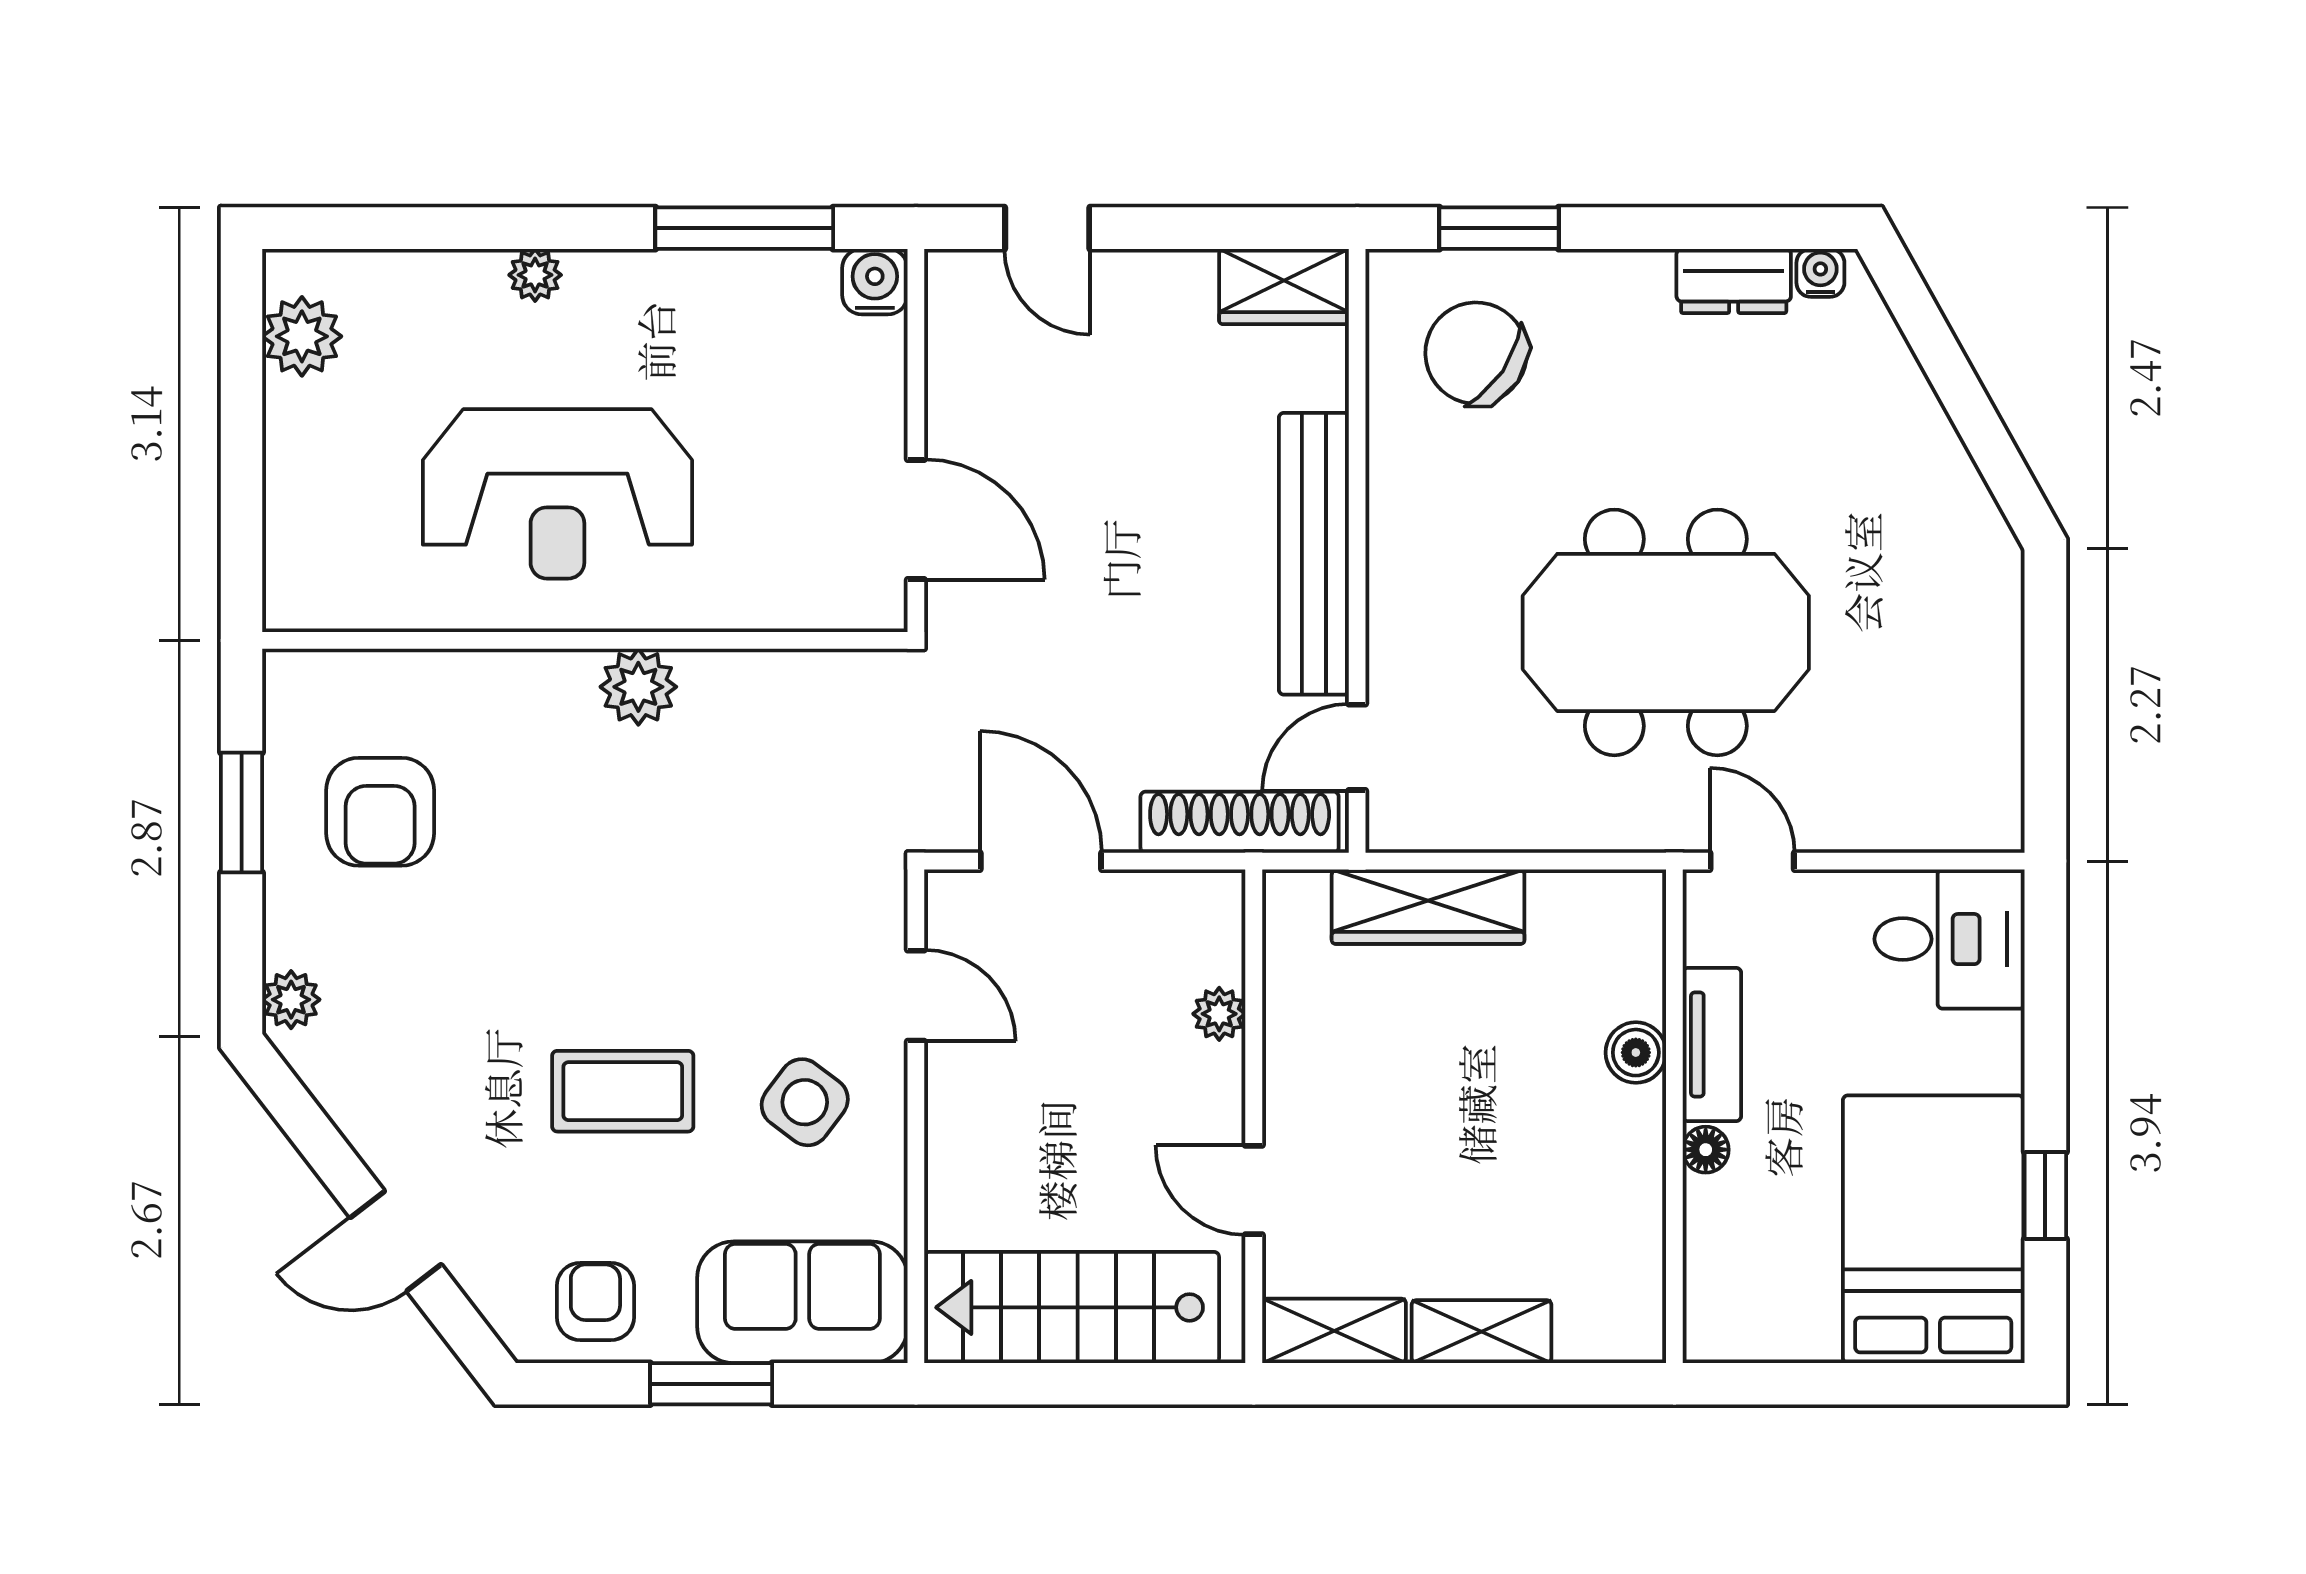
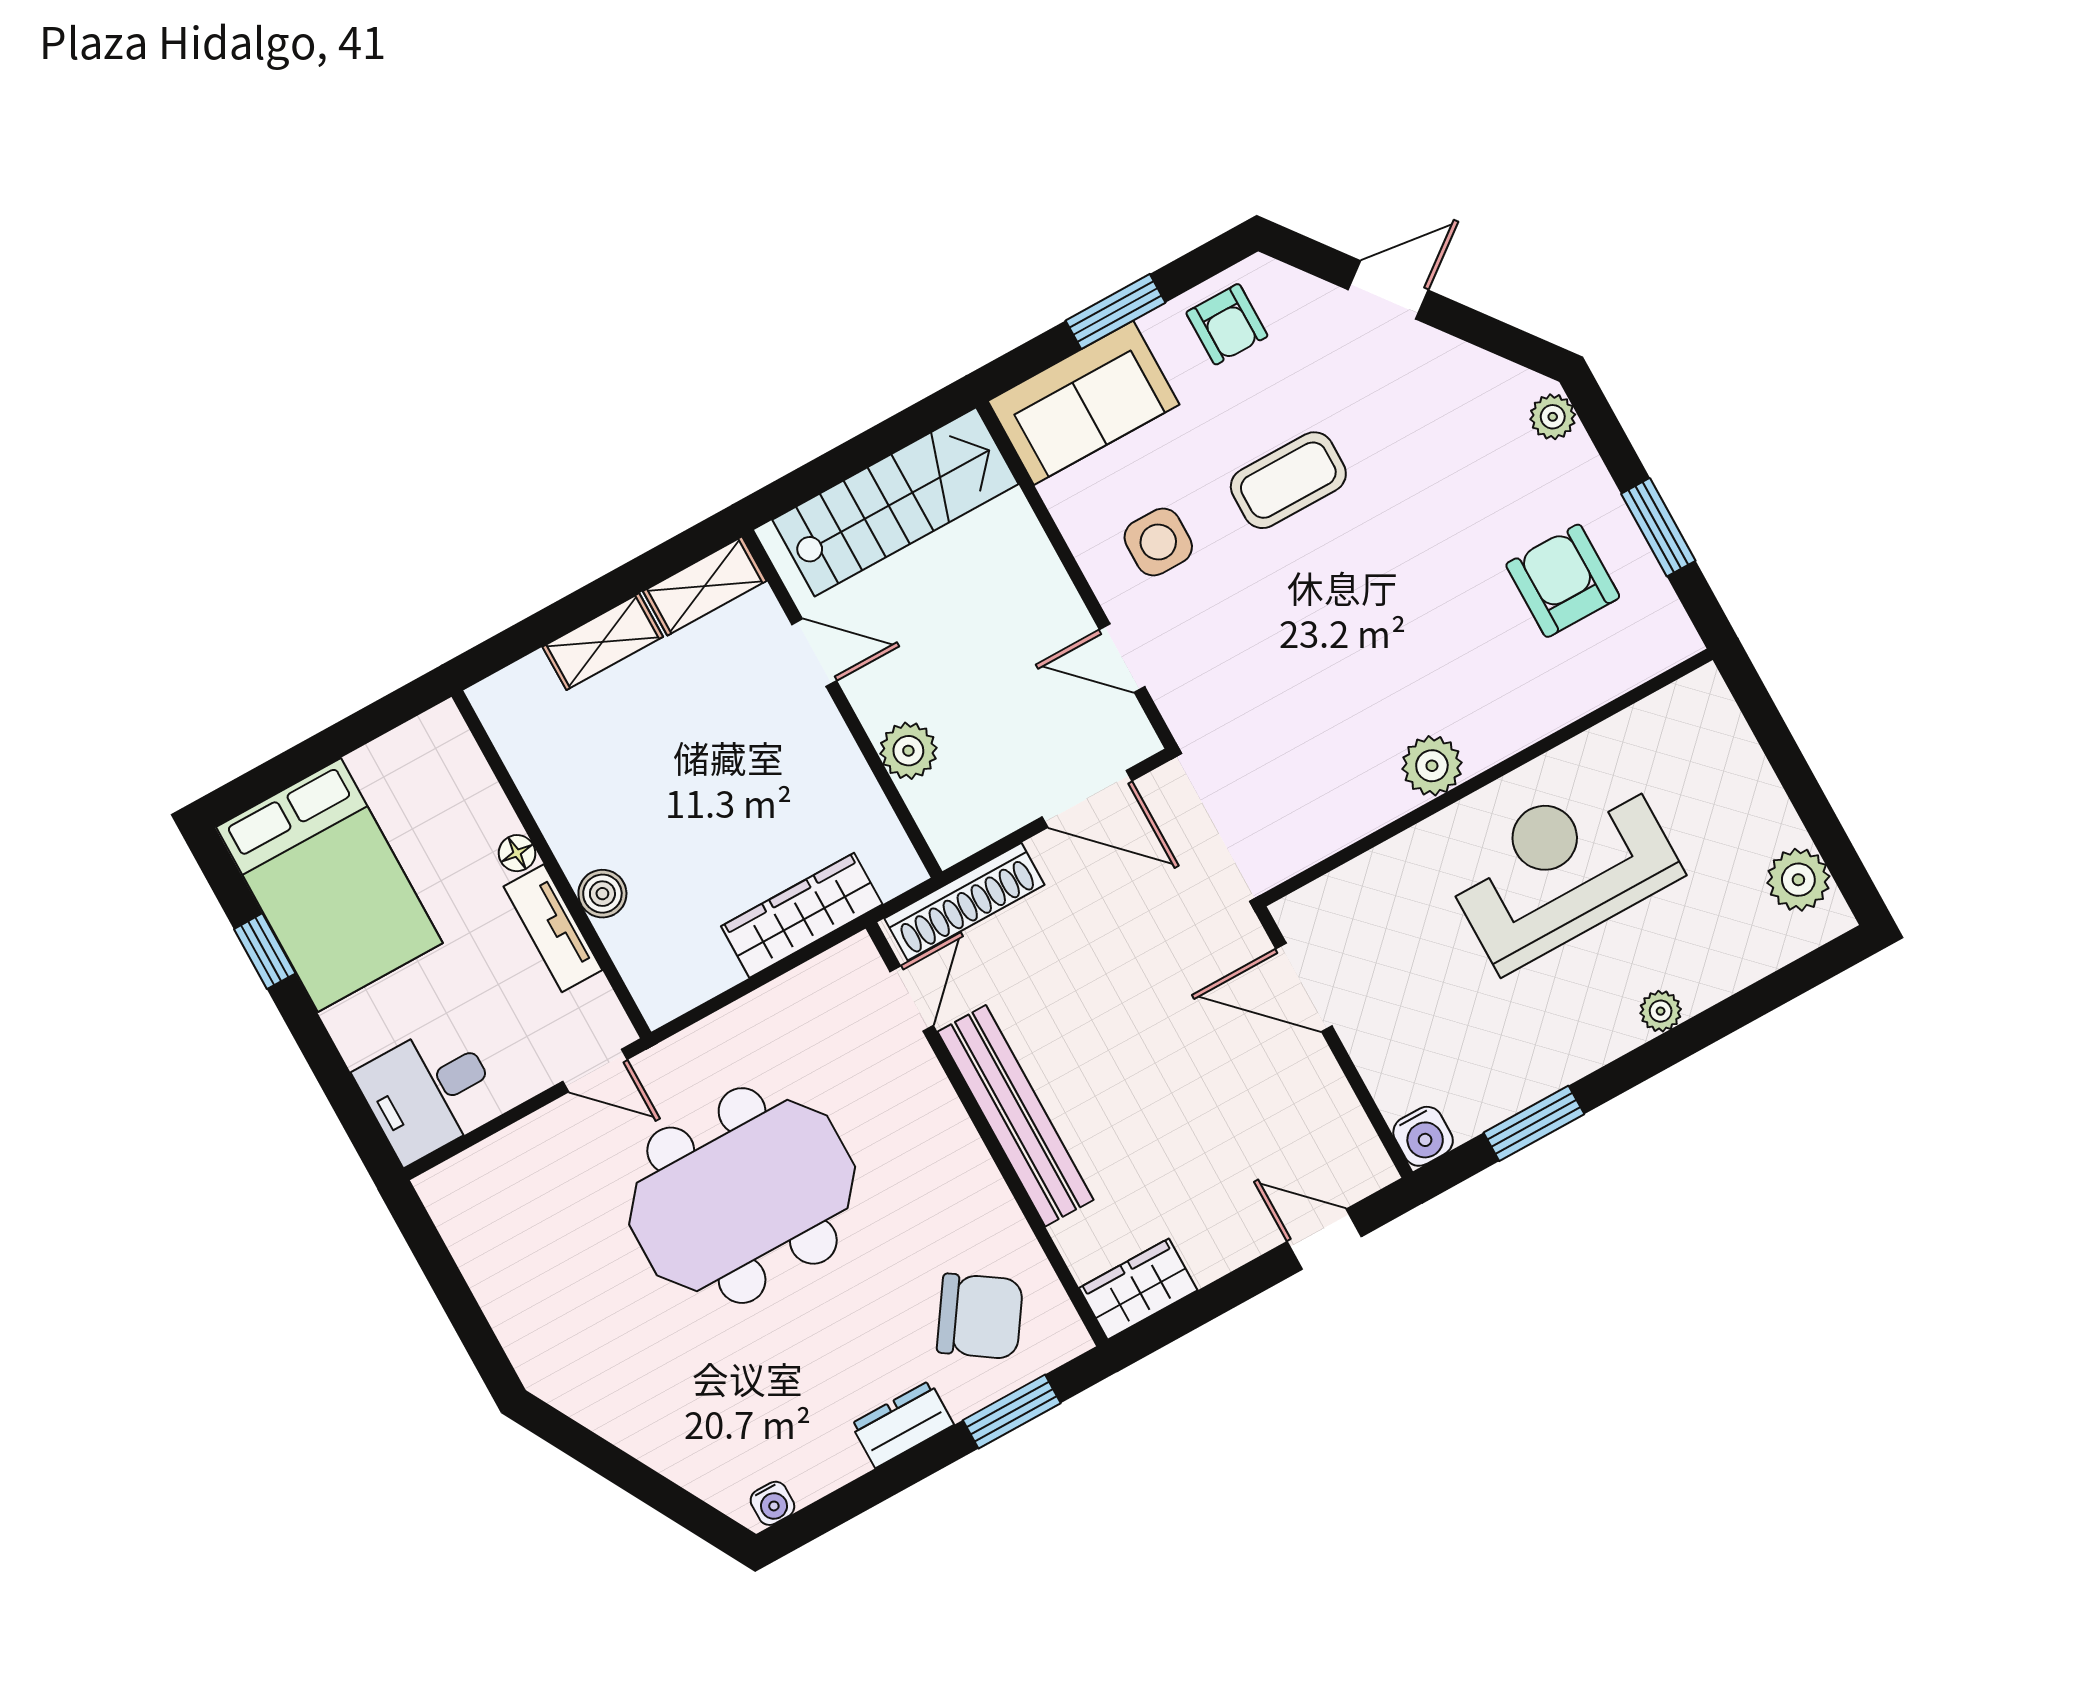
window: (744, 228) -> (1534, 1123), width x0.69
dresser: (1734, 281) -> (902, 1424), moved
plant: (1219, 1014) -> (908, 751), width x1.38, depth x1.38
side table: (805, 1102) -> (1158, 542), turned -37

